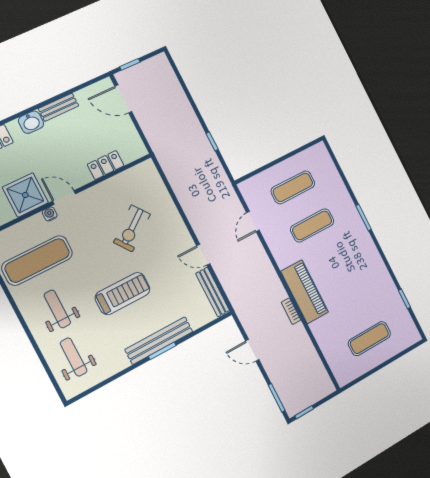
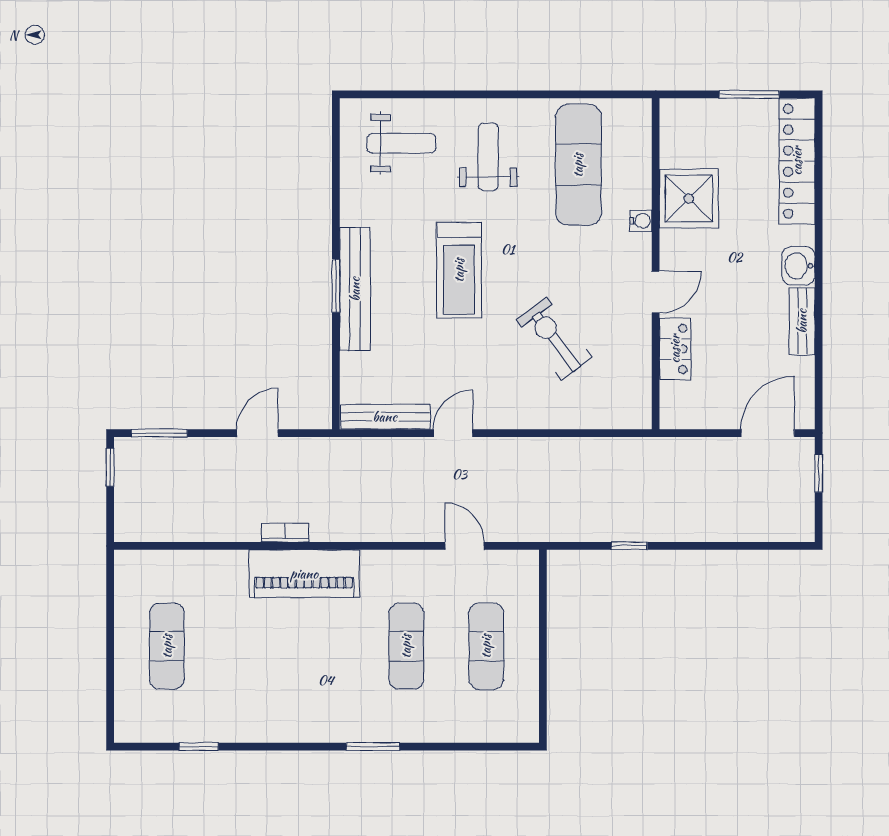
door: (64, 197) -> (656, 292), moved
weight bench: (57, 309) -> (488, 157), turned -90

